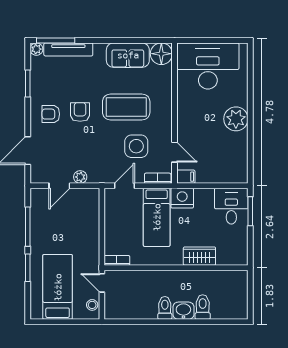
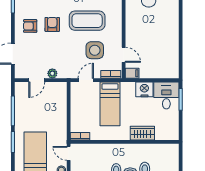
plant: (236, 119) -> (170, 30), removed
nightstand: (182, 198) -> (144, 89), moved

